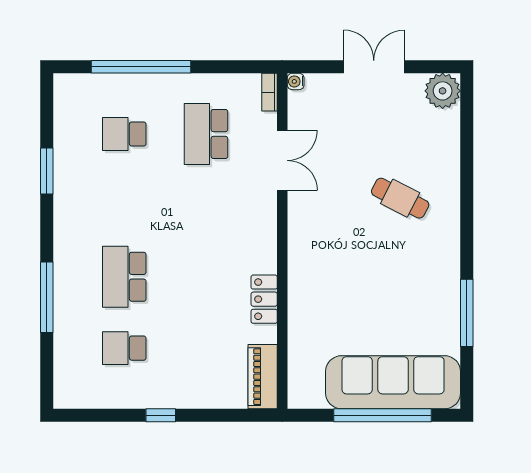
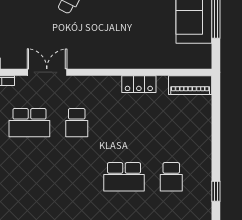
school desk: (124, 134) -> (77, 123), moved
window: (161, 415) -> (216, 191), moved

